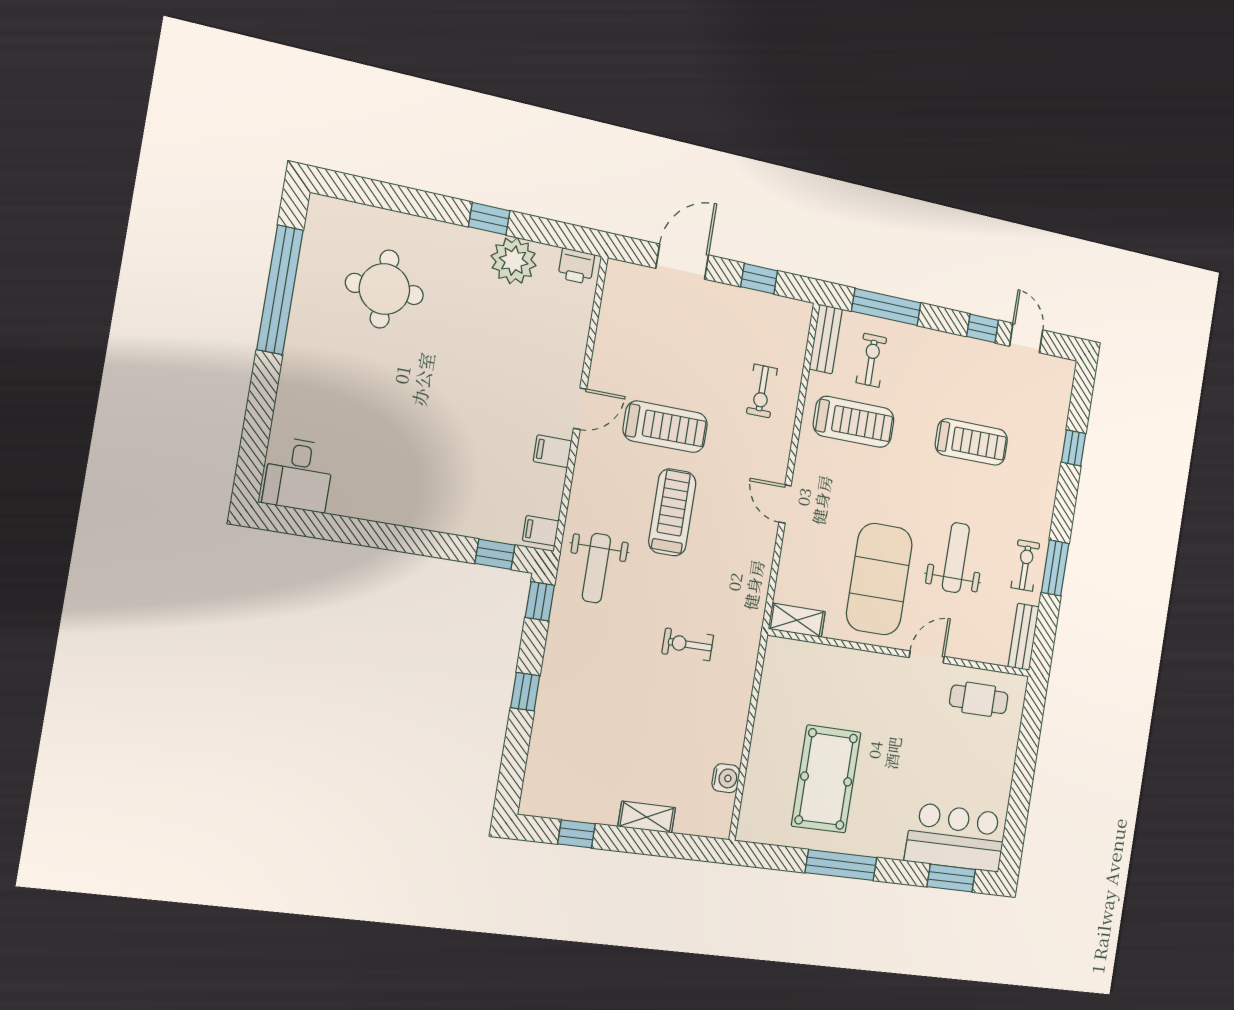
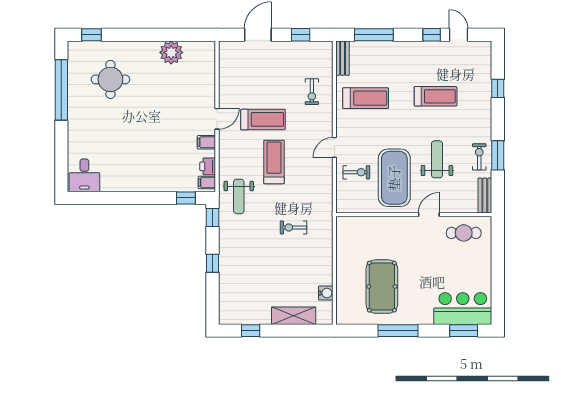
window: (489, 219) -> (92, 35), moved
printer: (576, 266) -> (208, 166), moved, turned 90
exercise bike: (871, 360) -> (356, 172), moved, turned 90
door: (785, 504) -> (334, 147), hinge flipped
shelving: (797, 620) -> (351, 206), removed
shelving: (647, 817) -> (294, 316), width x1.50, depth x1.33

